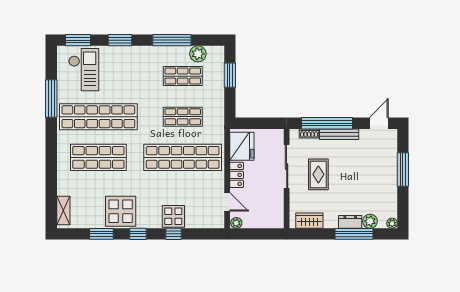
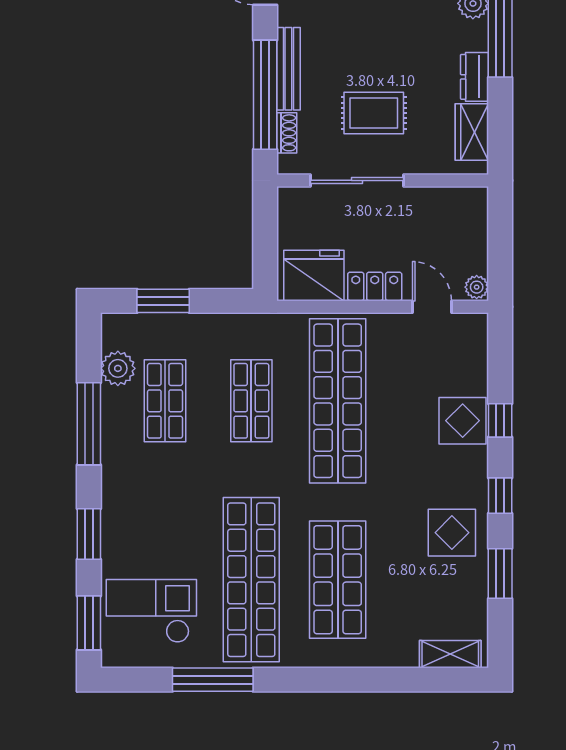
door: (227, 202) -> (432, 307), hinge flipped
display table: (121, 211) -> (452, 533), width x0.73, depth x0.73
dresser: (350, 222) -> (475, 77), moved

